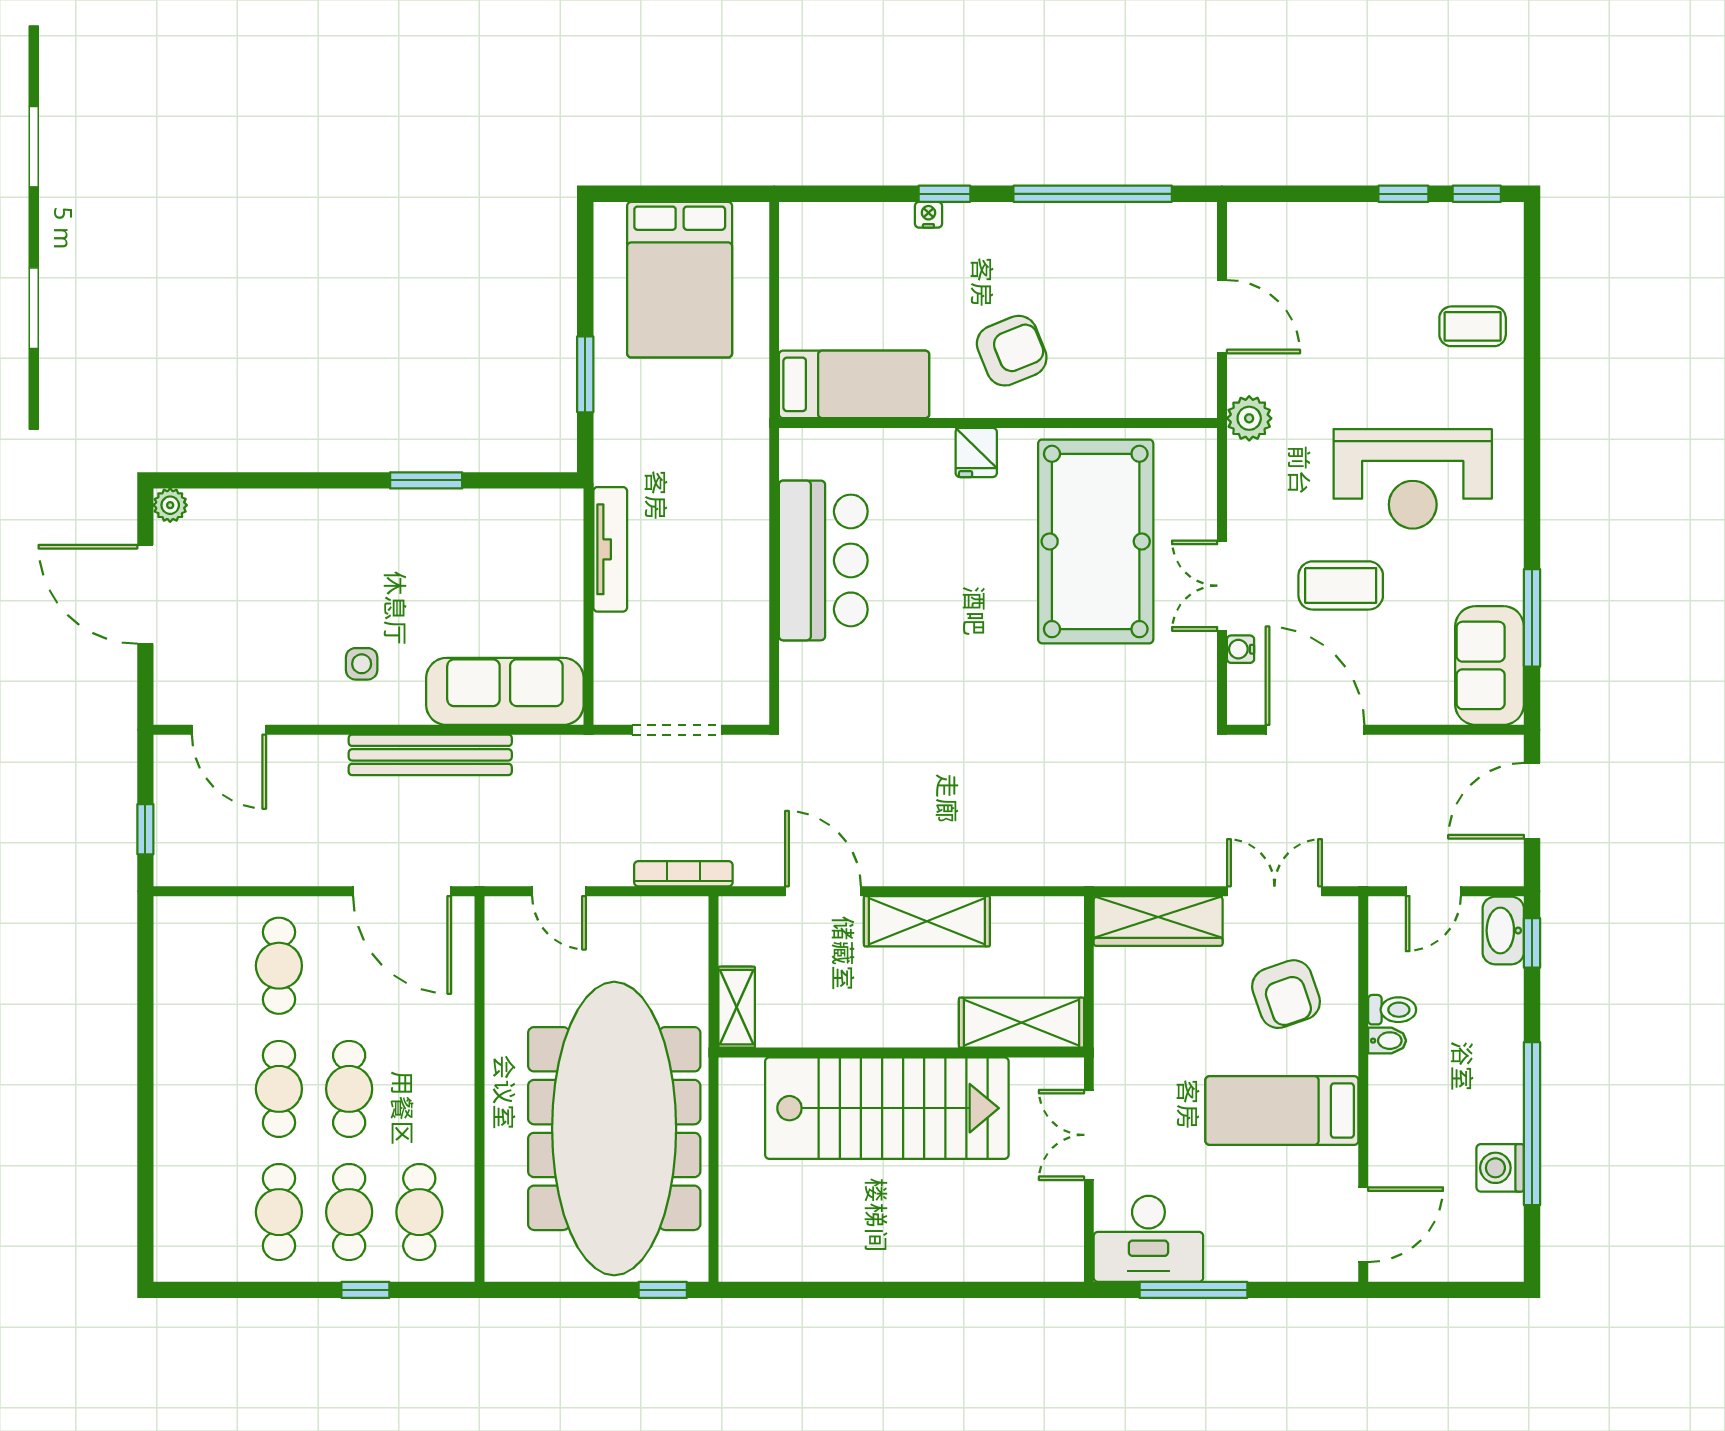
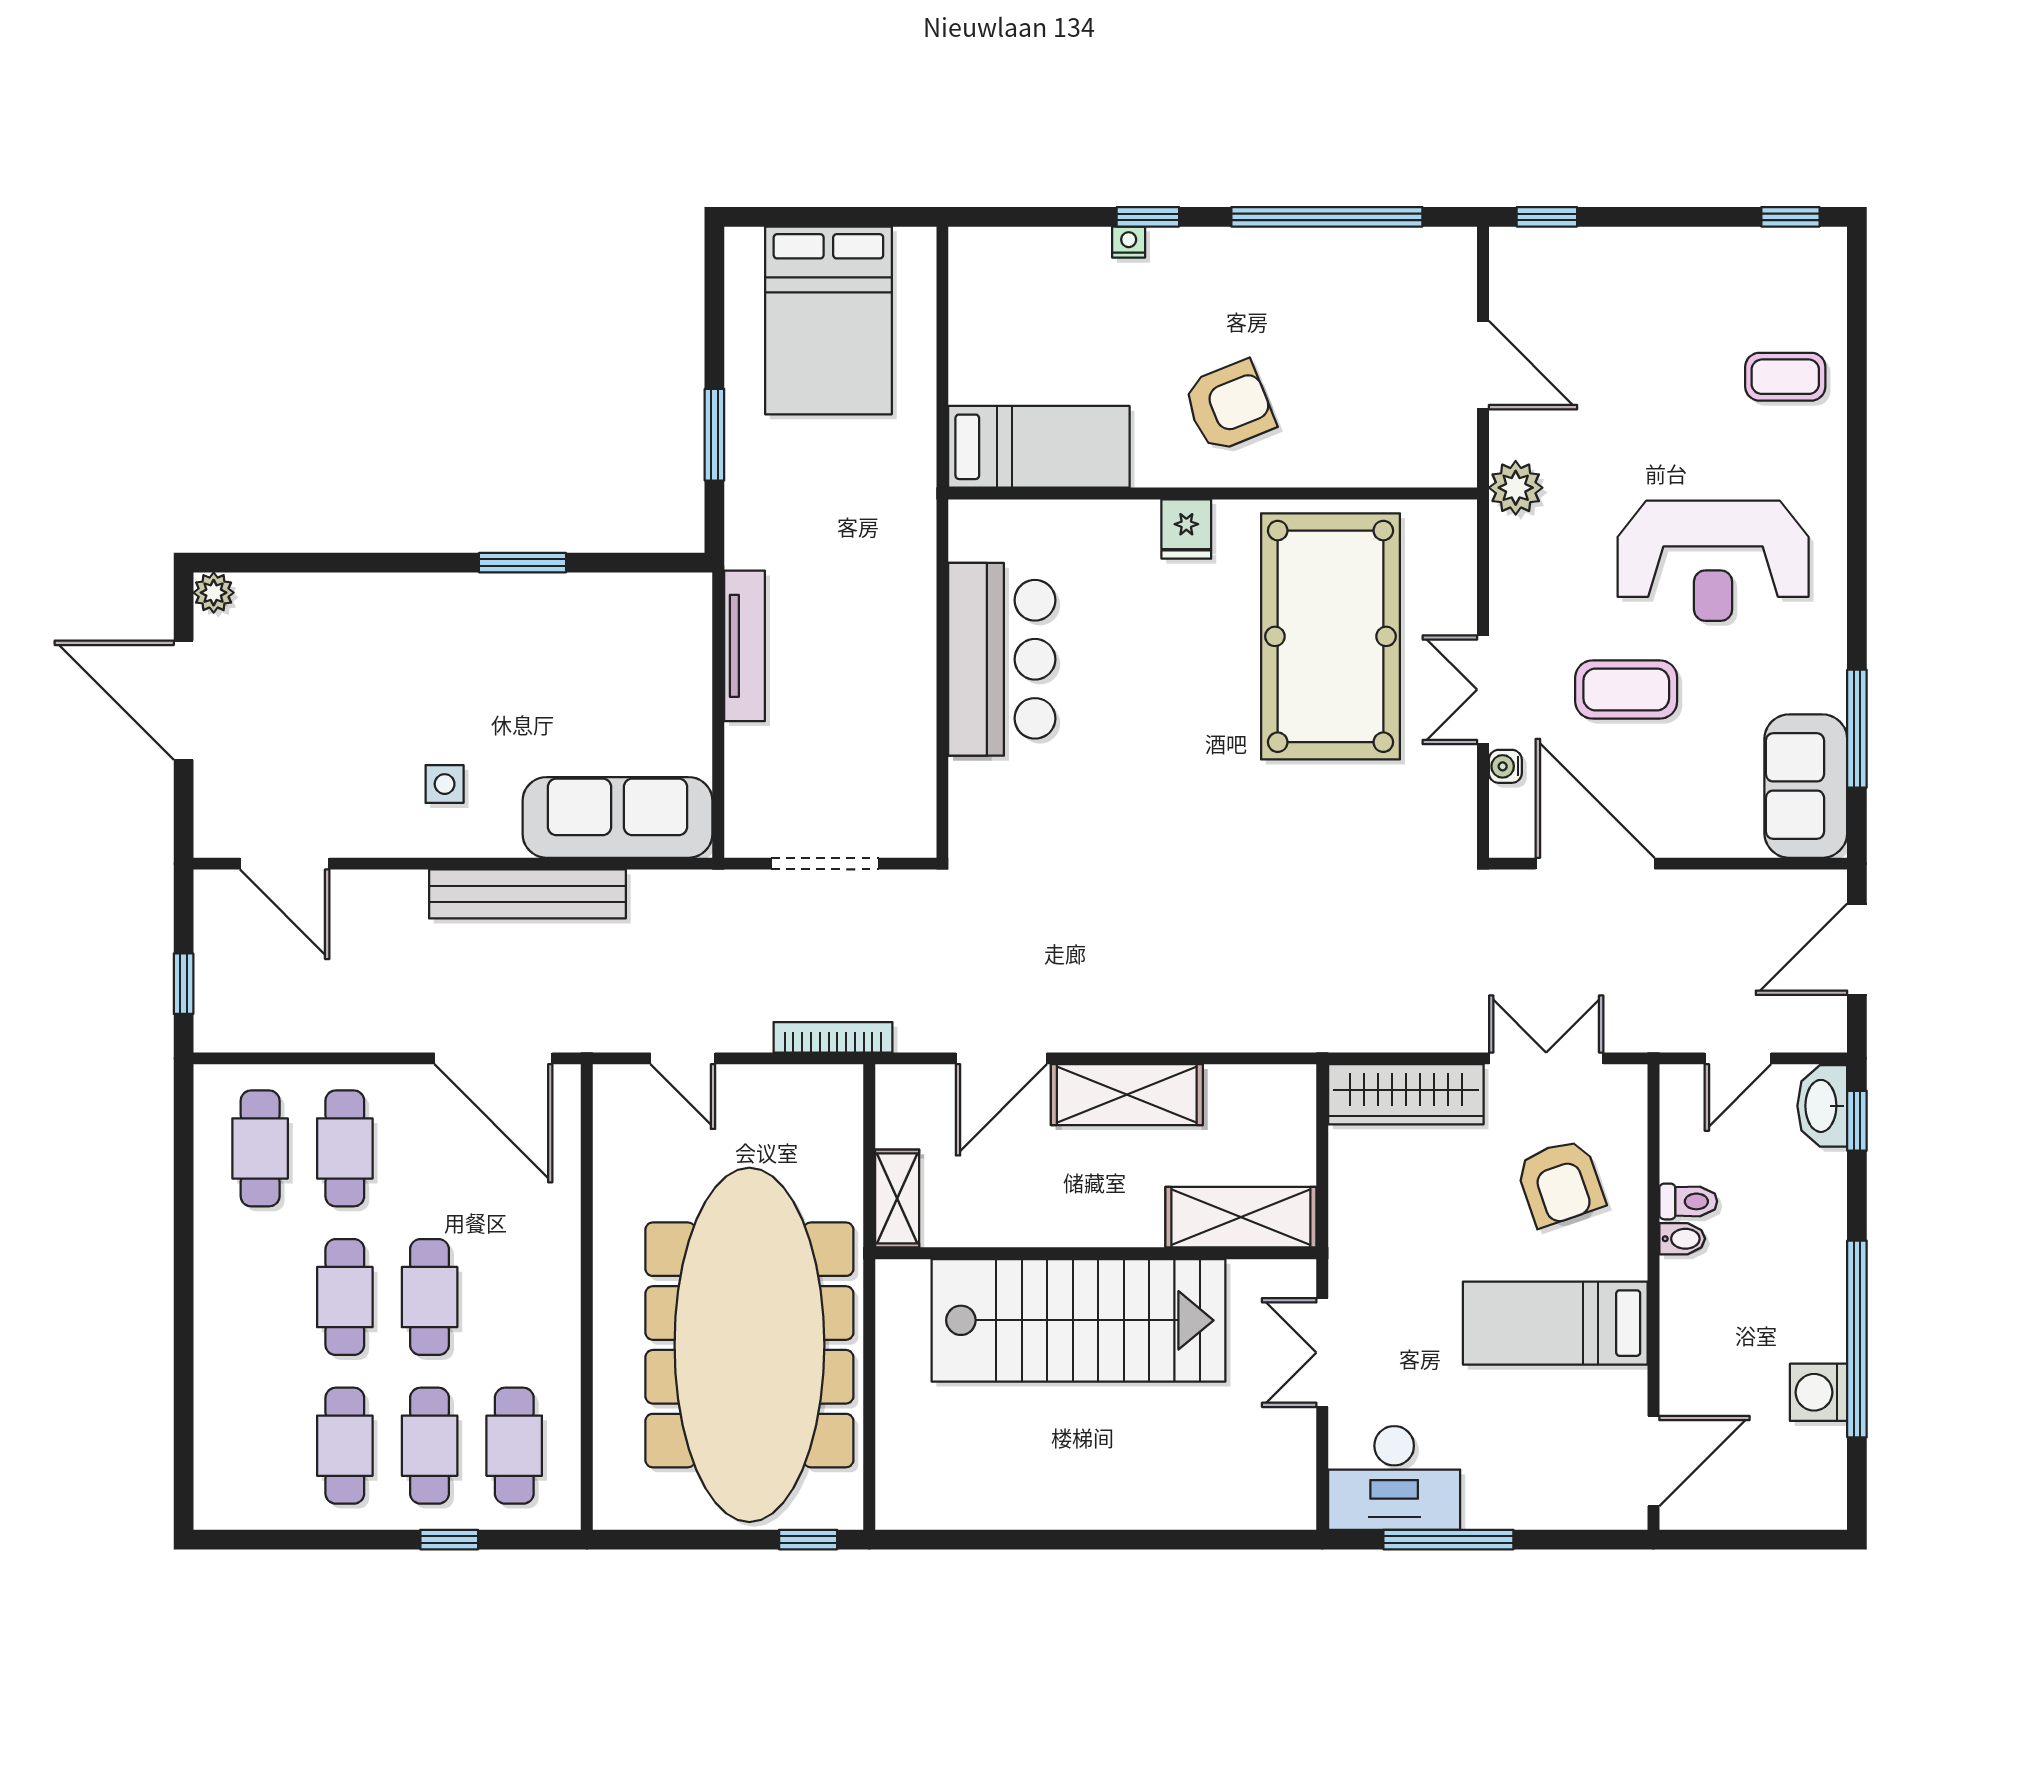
window: (1403, 194) -> (1547, 217), moved
door: (823, 891) -> (1001, 1058), swing flipped
cafe table: (209, 966) -> (260, 1148), added

